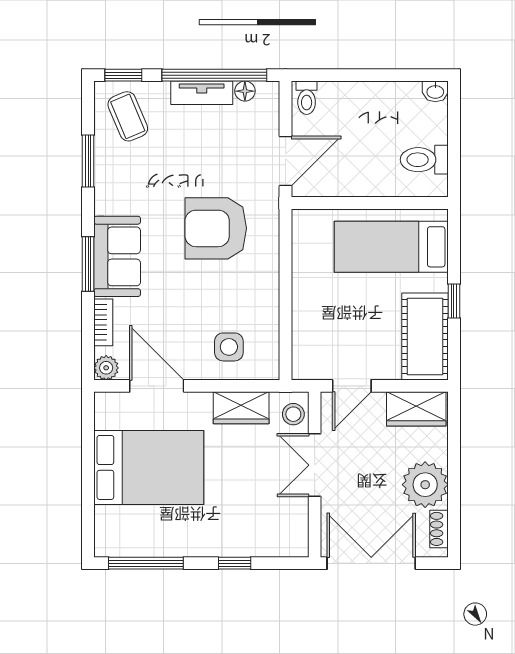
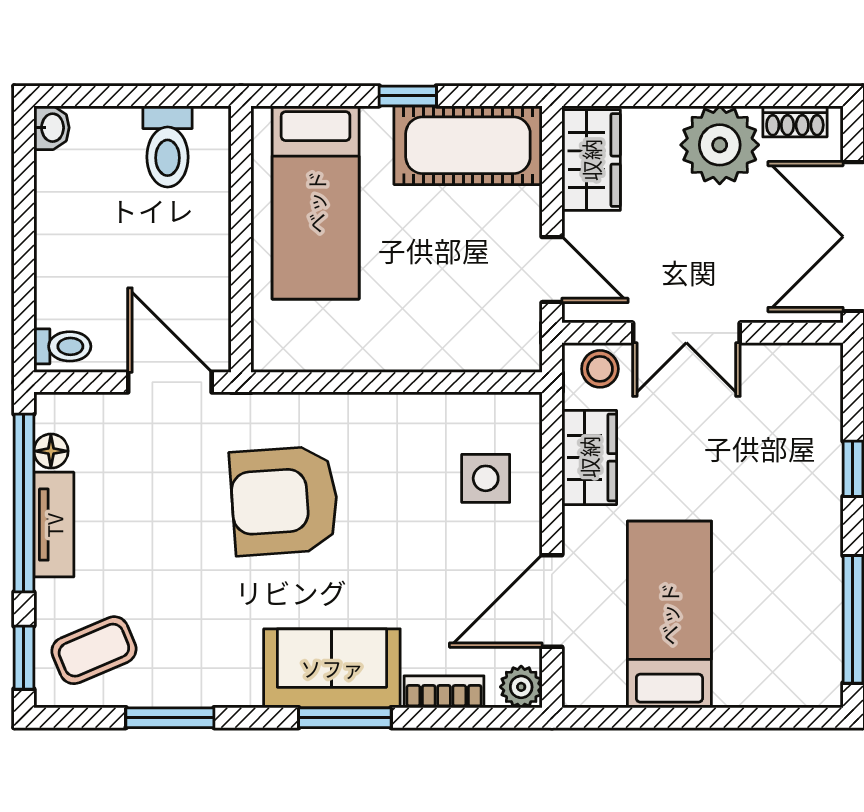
armchair: (216, 228) -> (284, 501), turned 86
bed: (149, 467) -> (669, 614), width x0.67

